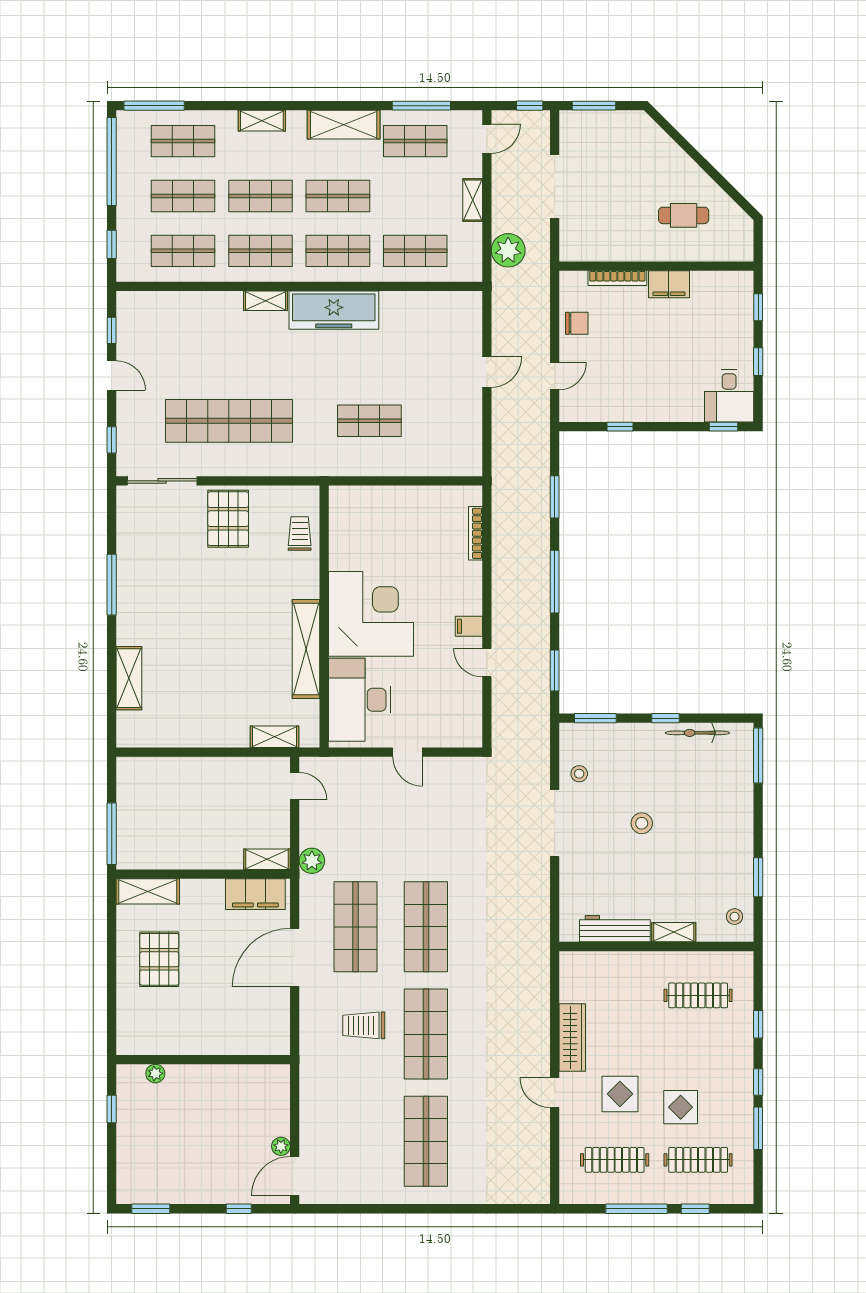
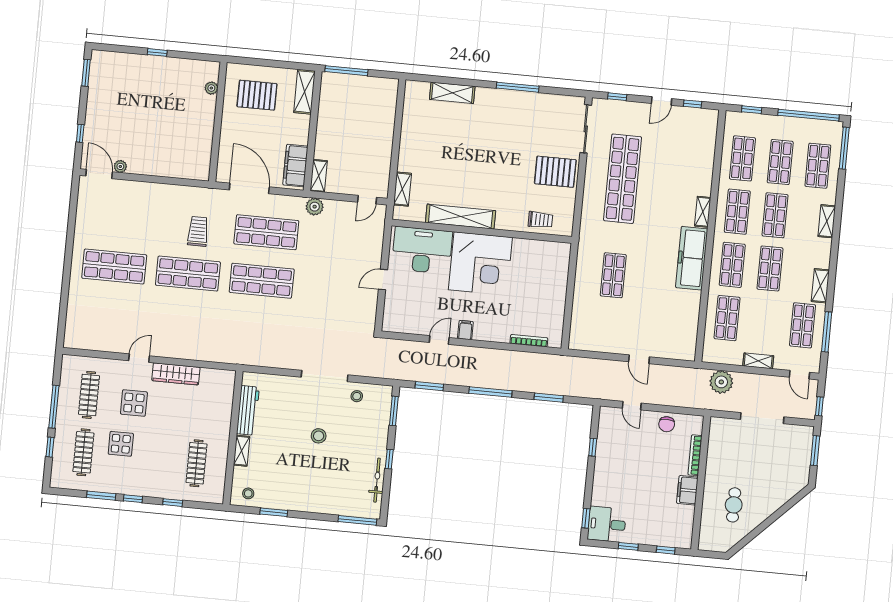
shelving: (344, 125) -> (820, 286), width x0.67, depth x0.75
wall: (203, 1060) -> (218, 122), moved
plant: (155, 1073) -> (211, 88), moved

